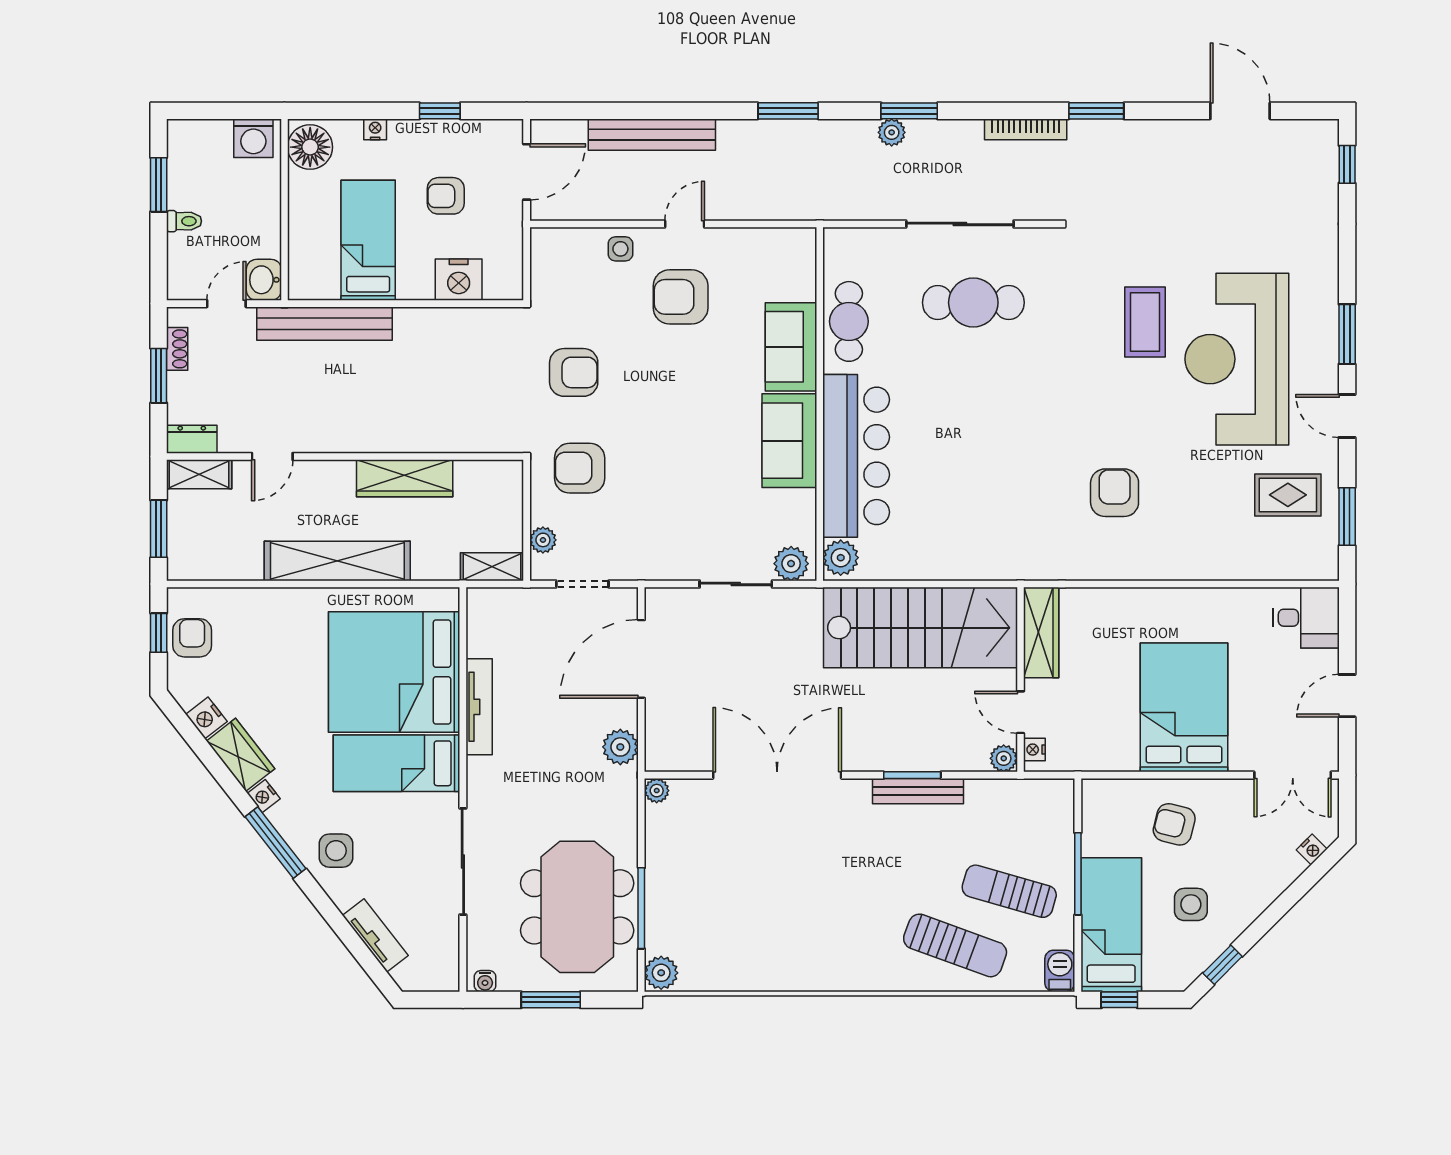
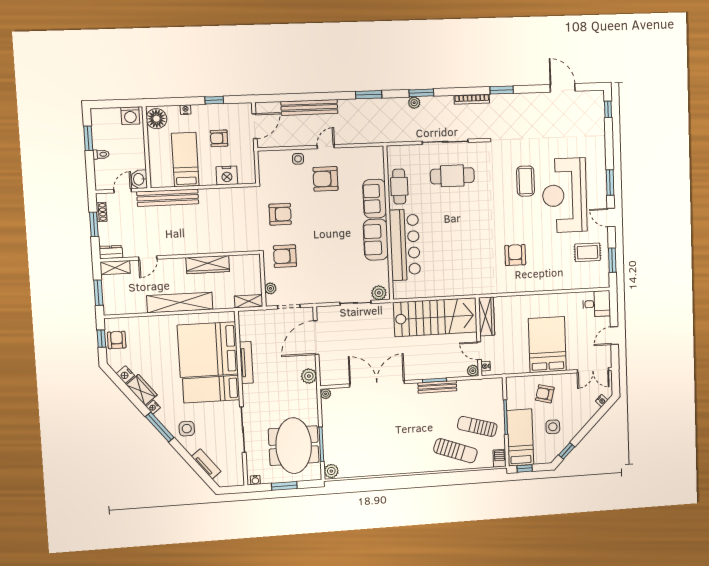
plant: (841, 558) -> (400, 289), removed

